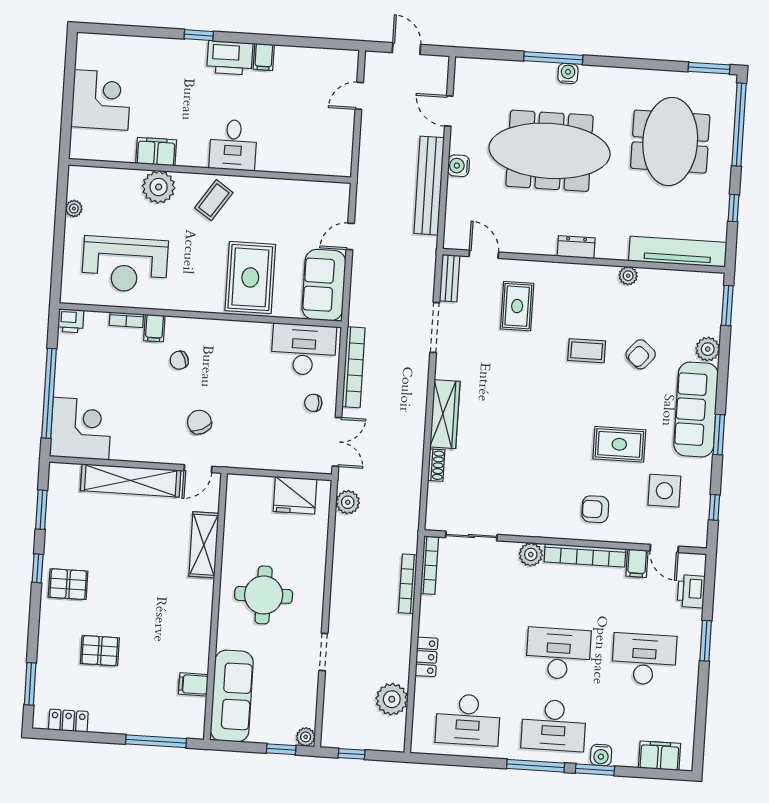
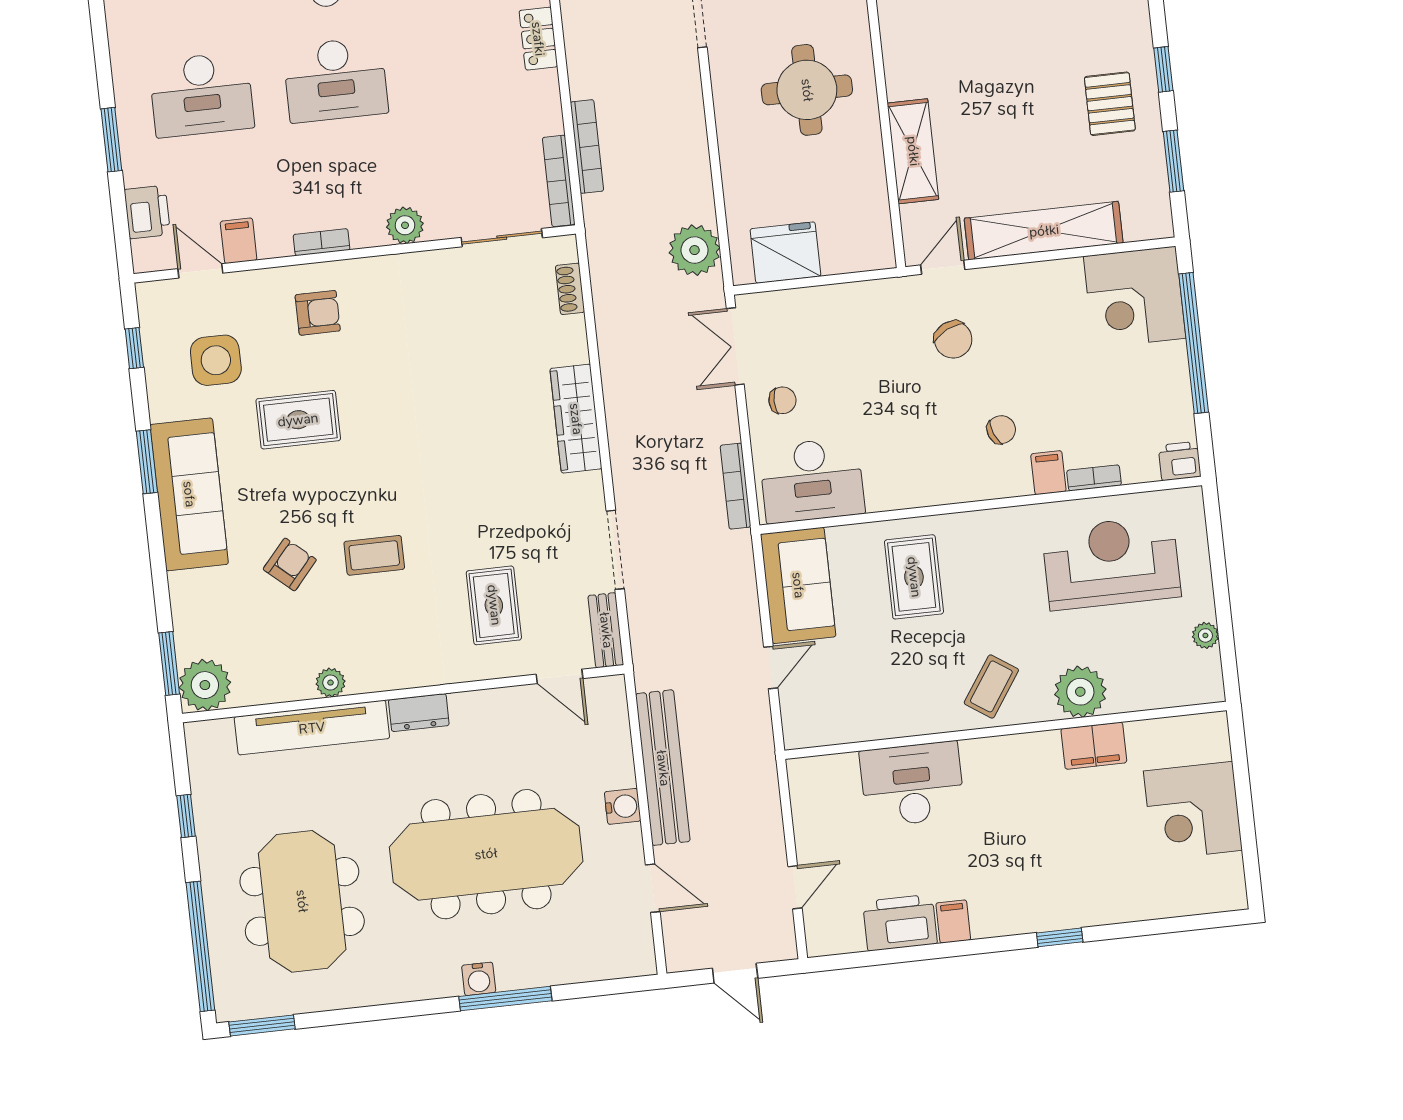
printer: (230, 58) -> (900, 923), moved
desk: (233, 145) -> (912, 784), moved, width x1.37
tv unit: (678, 252) -> (312, 728), moved
rug: (250, 277) -> (914, 577), width x0.73, depth x0.70
plant: (708, 349) -> (205, 685), moved, width x1.36, depth x1.36
bookcase: (354, 367) -> (735, 486), width x0.68, depth x0.76
shoe rack: (436, 465) -> (570, 289), moved
plant: (348, 502) -> (695, 250), width x1.36, depth x1.36
bookcase: (585, 555) -> (322, 242), width x0.43, depth x0.76
pallet: (68, 584) -> (1110, 104), moved, turned 90

